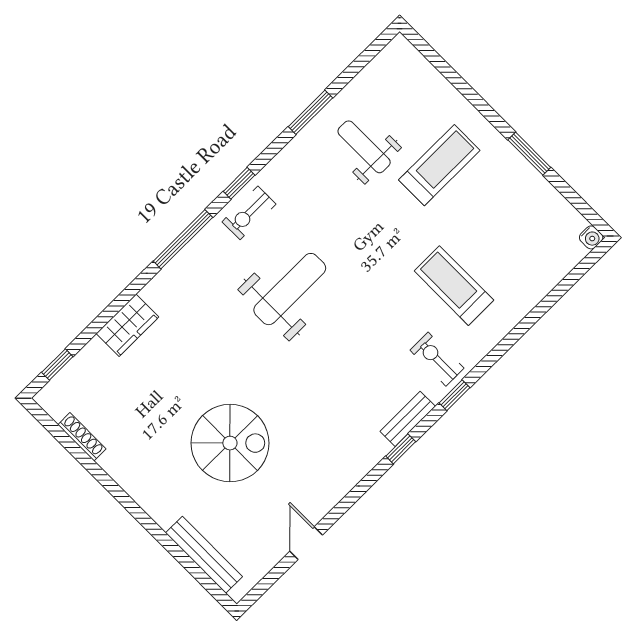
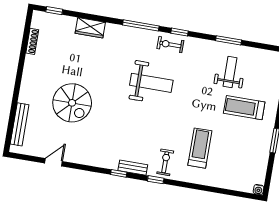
treadmill: (439, 165) -> (244, 108), turned 180

